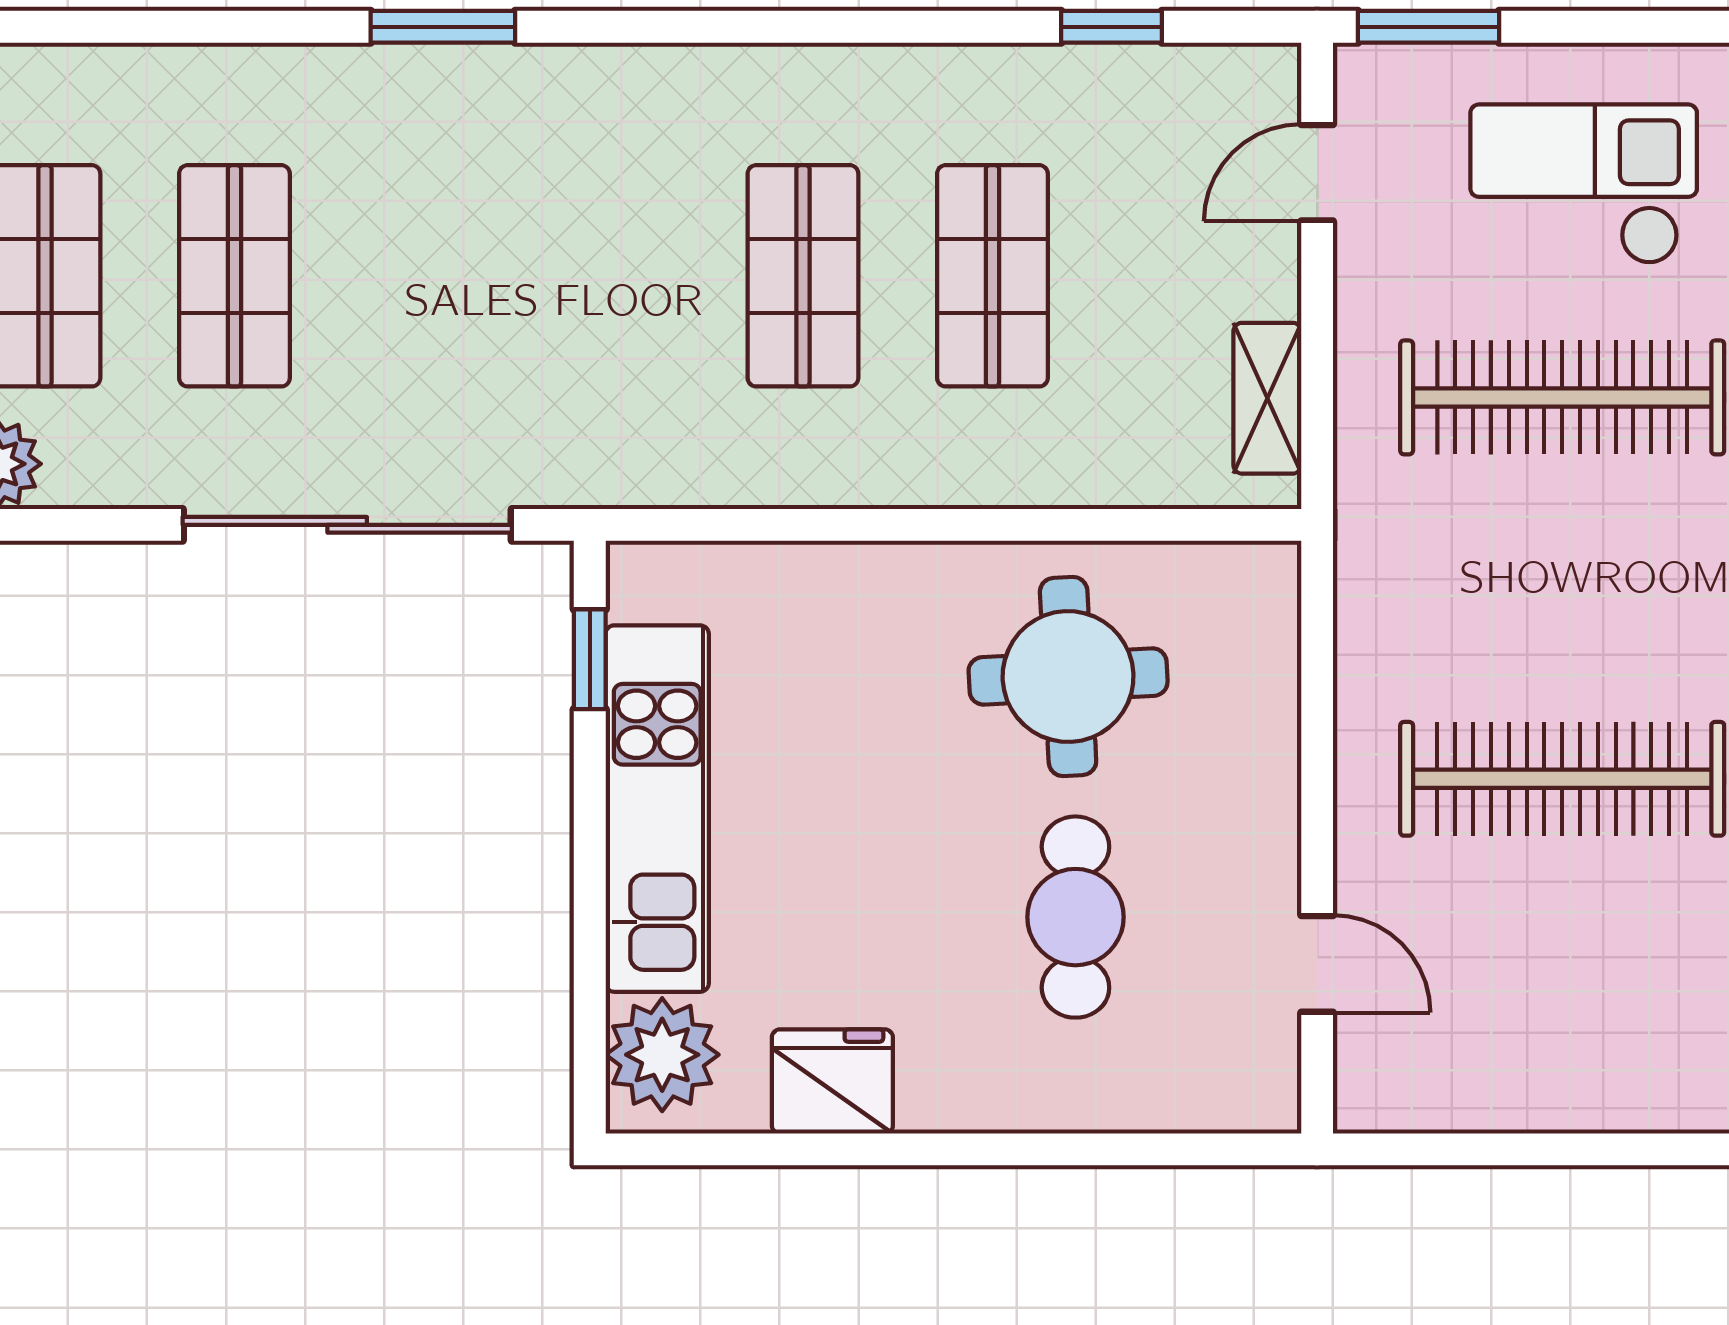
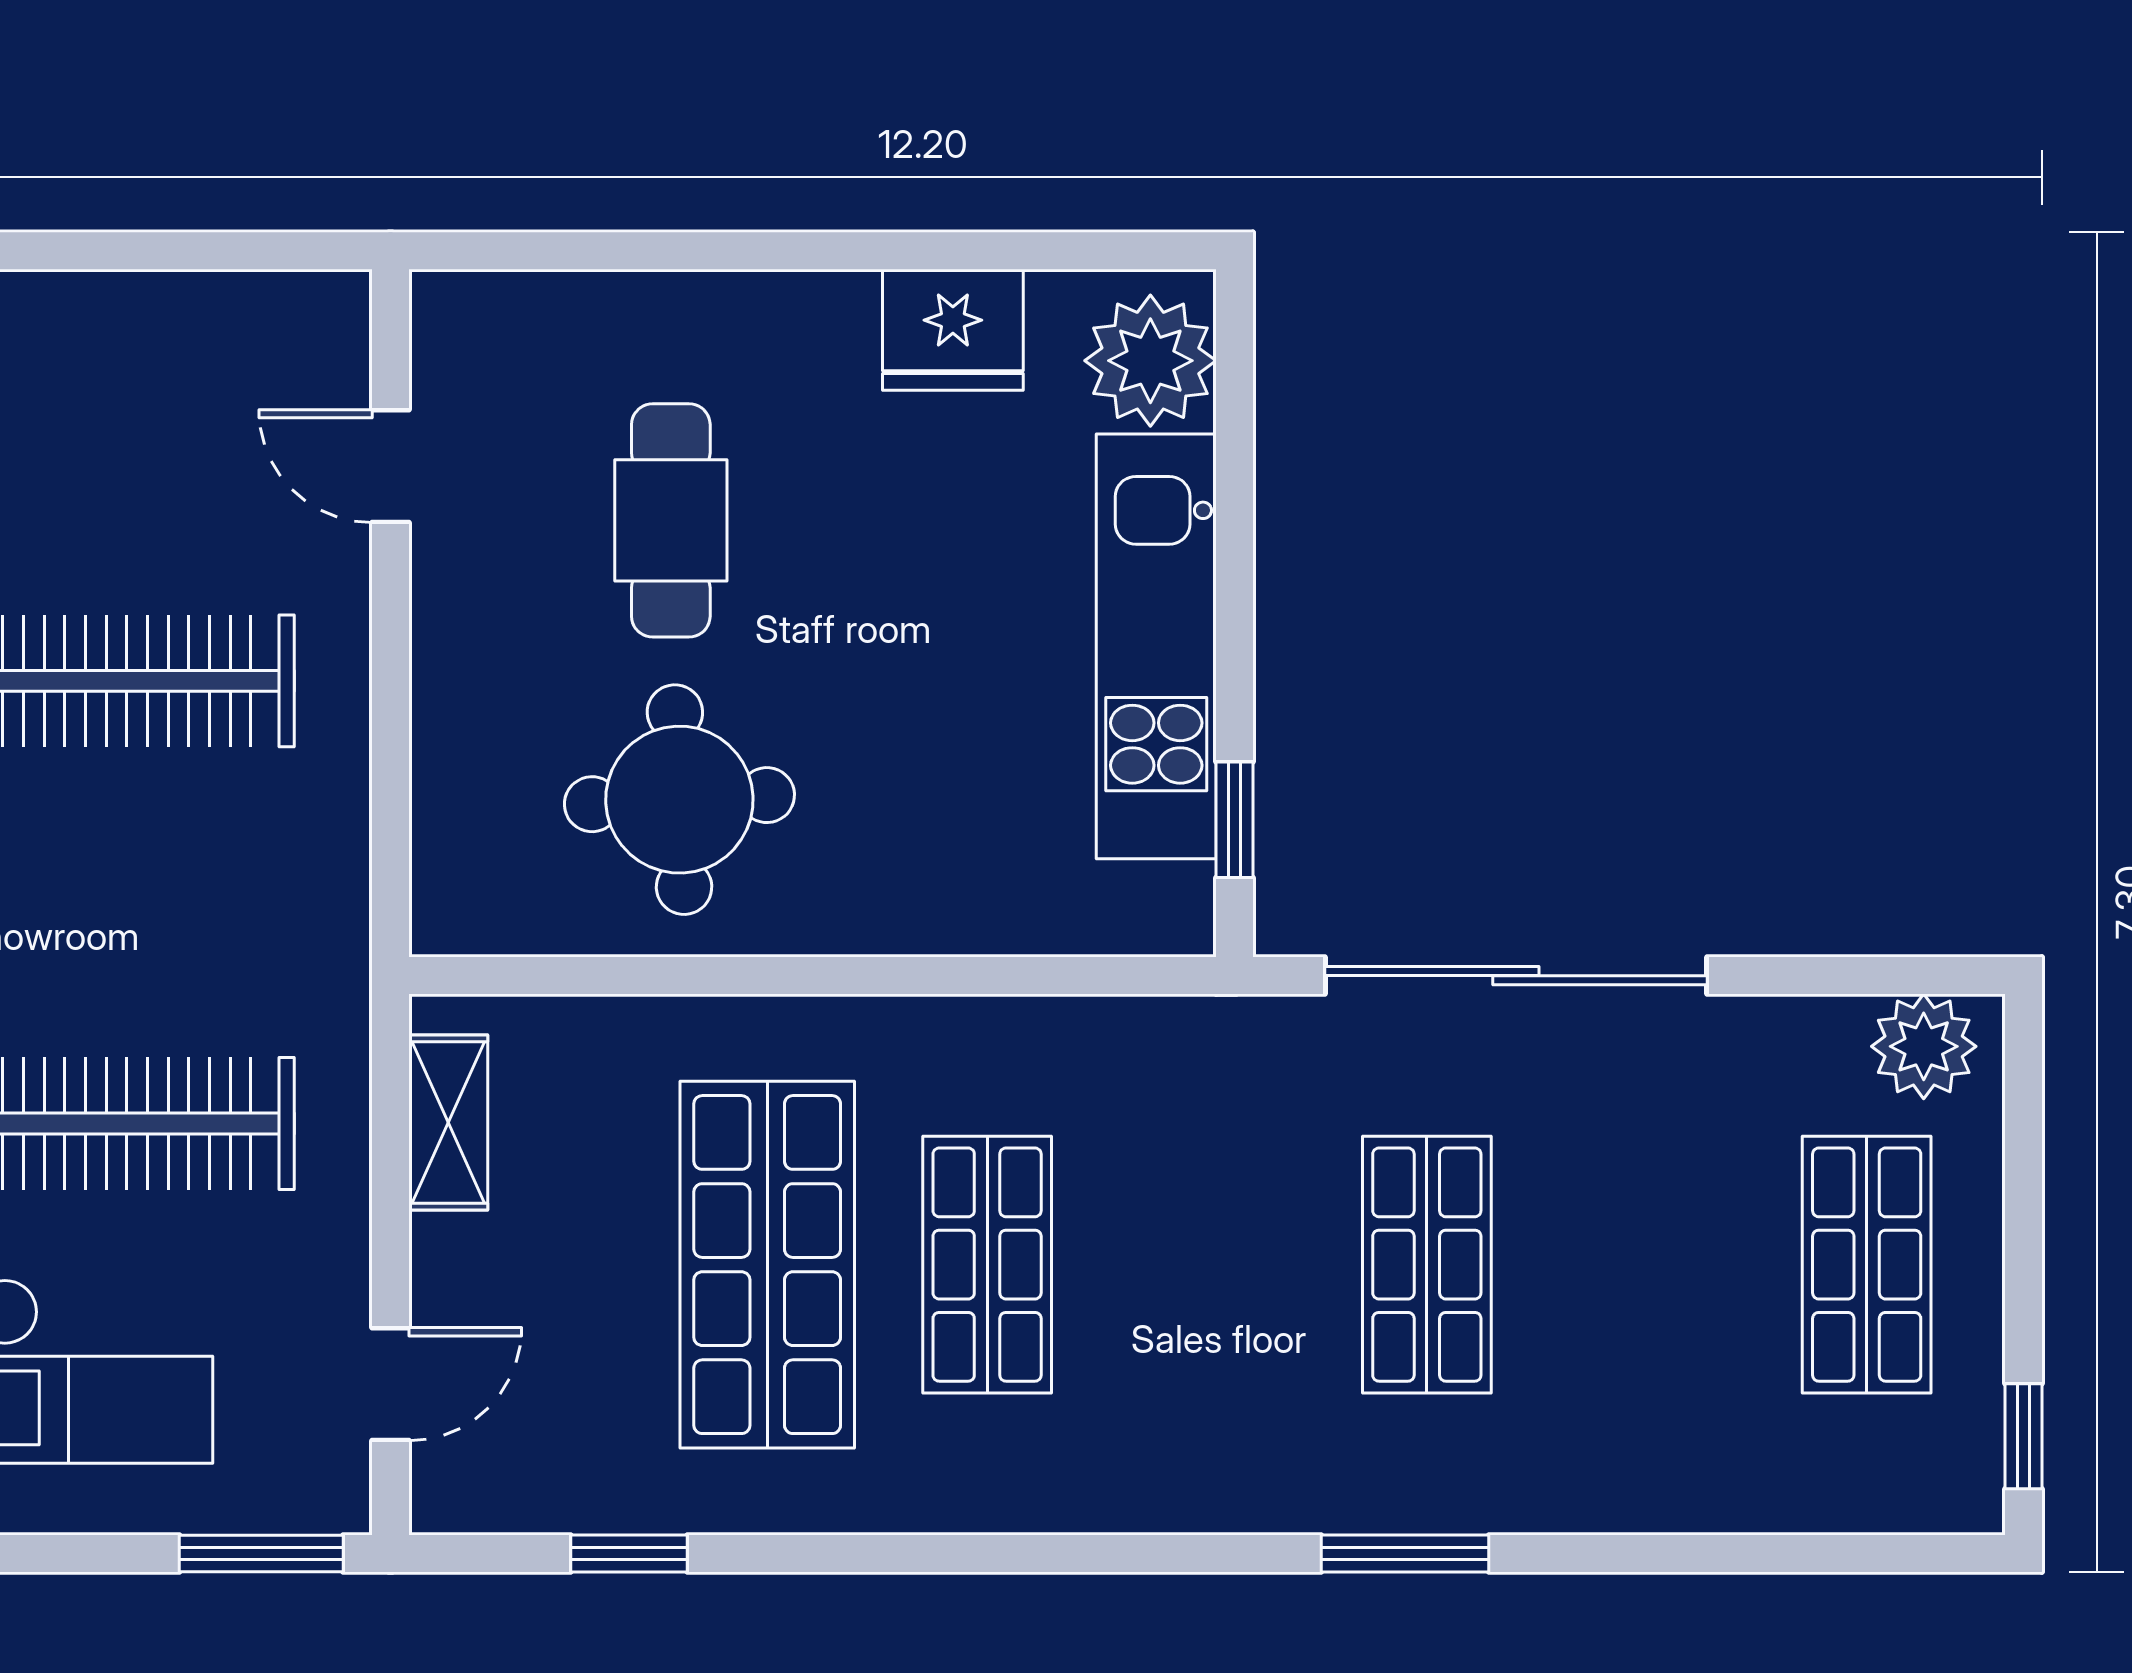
shop shelf: (234, 276) -> (1427, 1265), moved
shop shelf: (992, 276) -> (767, 1265), width x1.43, depth x1.36

